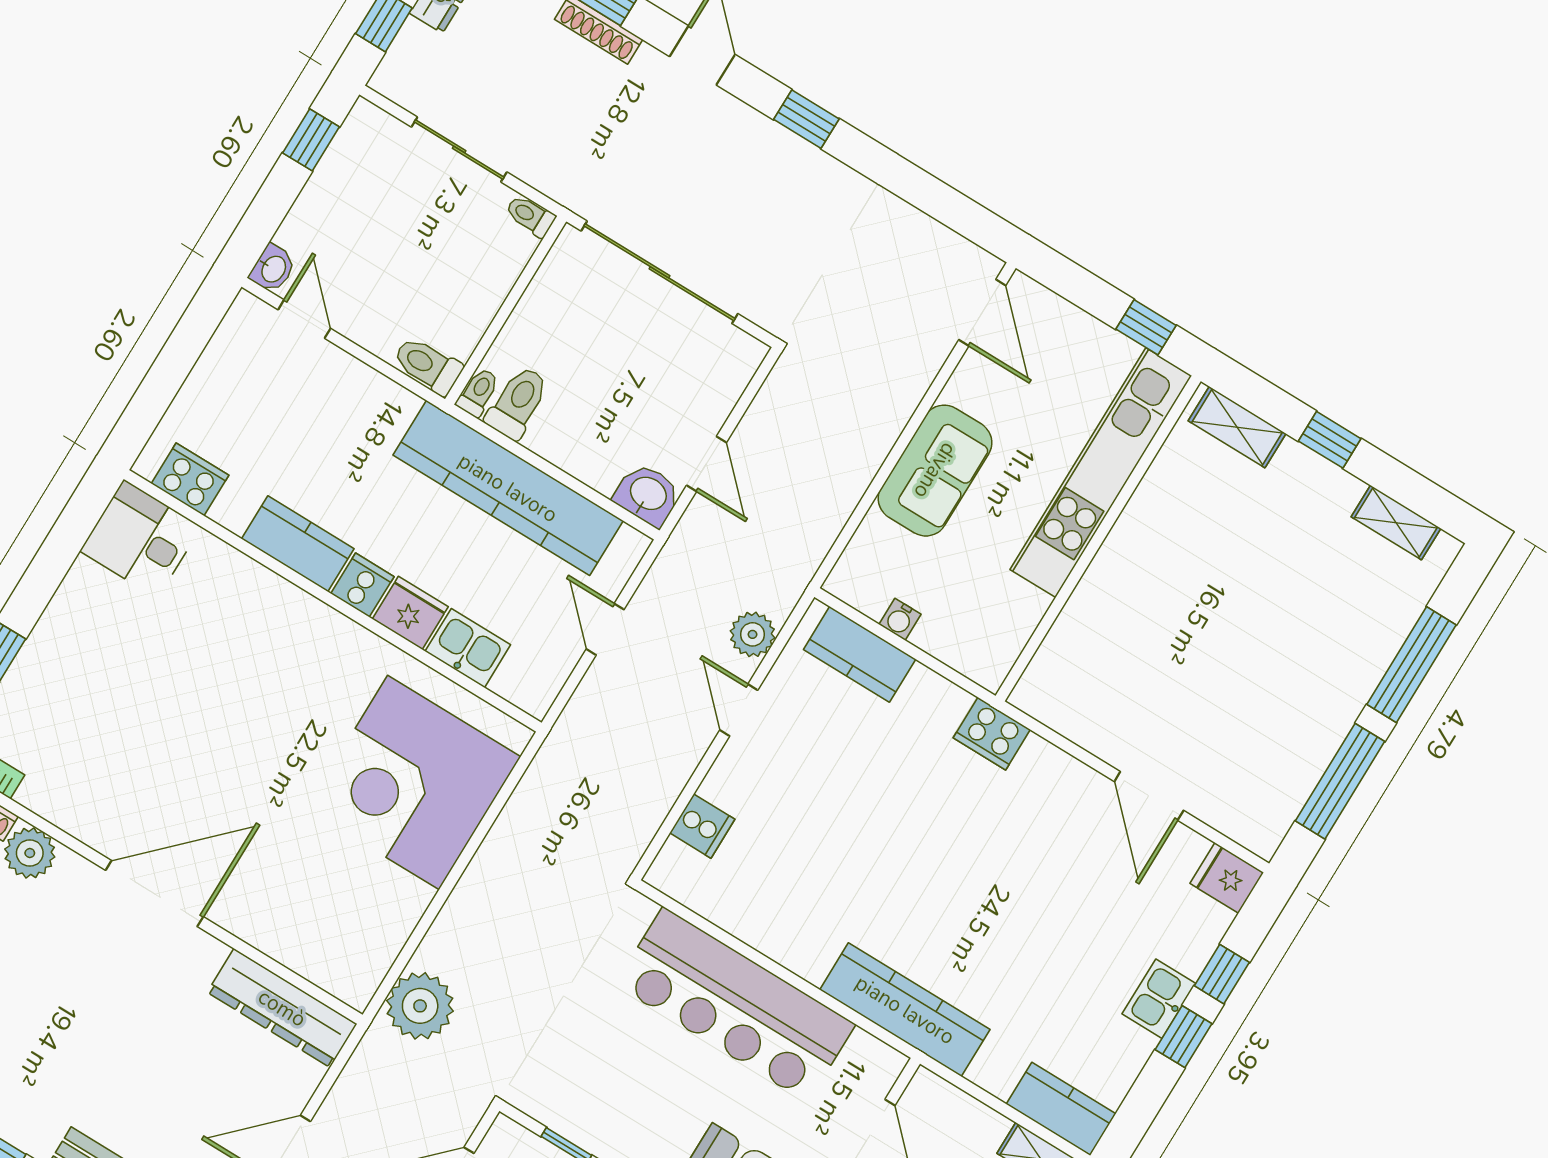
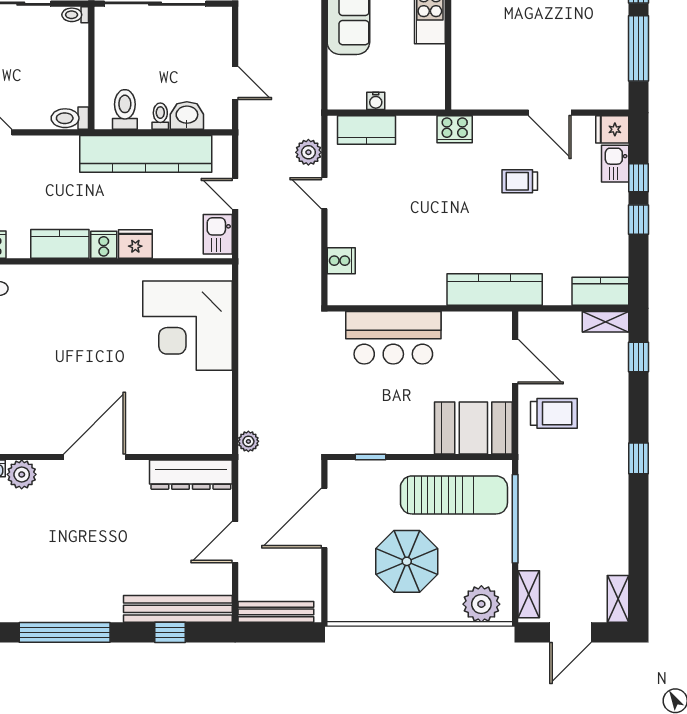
toilet: (478, 392) -> (160, 116), moved
washbasin: (648, 495) -> (187, 115), moved
kitchen sink: (468, 648) -> (218, 234), moved, turned -90
trolley: (1041, 871) -> (520, 181), added
kitchen sink: (1159, 999) -> (615, 164), moved
bar counter: (735, 1005) -> (393, 338), width x0.73
plant: (420, 1006) -> (248, 441), width x0.53, depth x0.53

